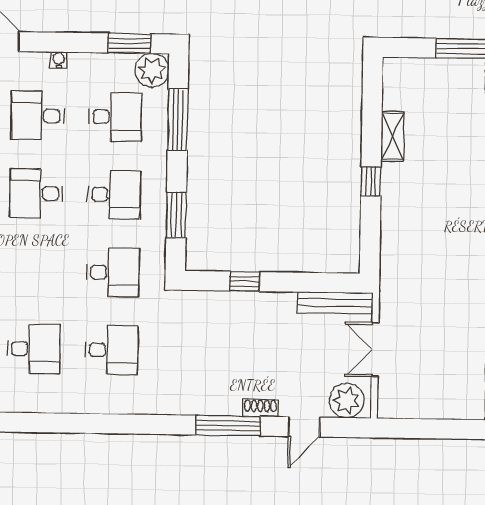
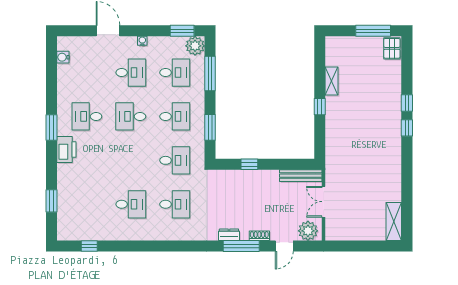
desk: (37, 116) -> (131, 73), turned 180
dresser: (207, 405) -> (229, 235), added

